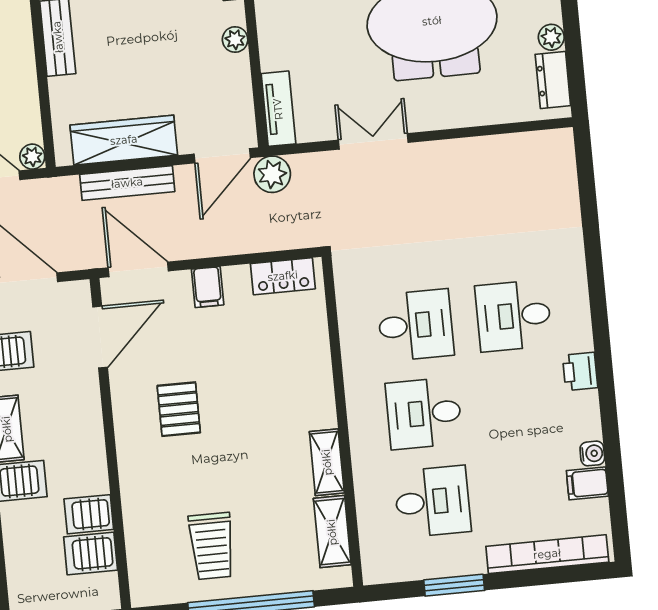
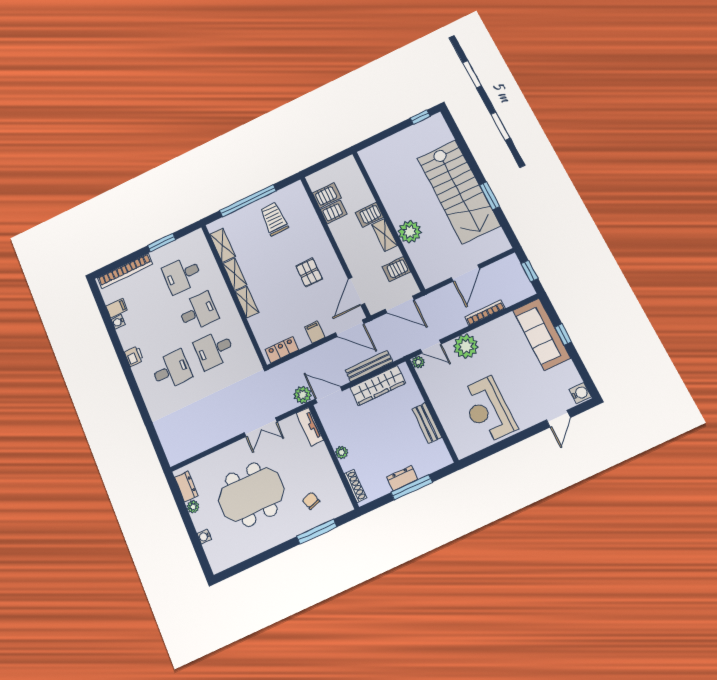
door: (222, 156) -> (329, 395), hinge flipped
shelving: (321, 396) -> (247, 302), added

